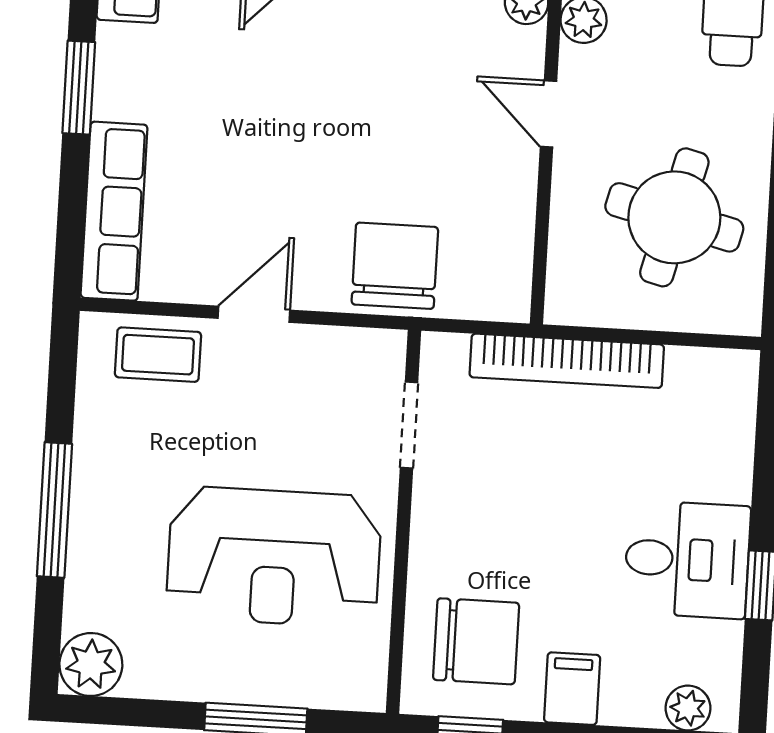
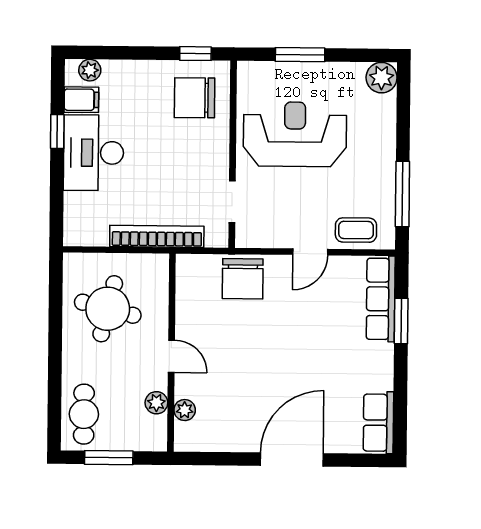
window: (79, 88) -> (401, 321), moved
window: (54, 510) -> (402, 194), moved
desk: (687, 559) -> (94, 153), width x1.37
filing cabinet: (572, 689) -> (81, 100), moved, turned -90

